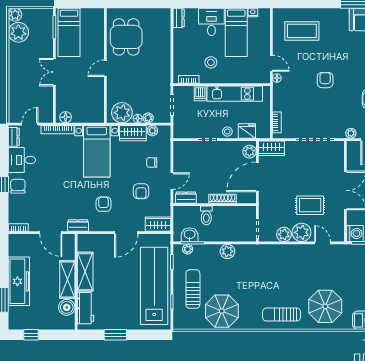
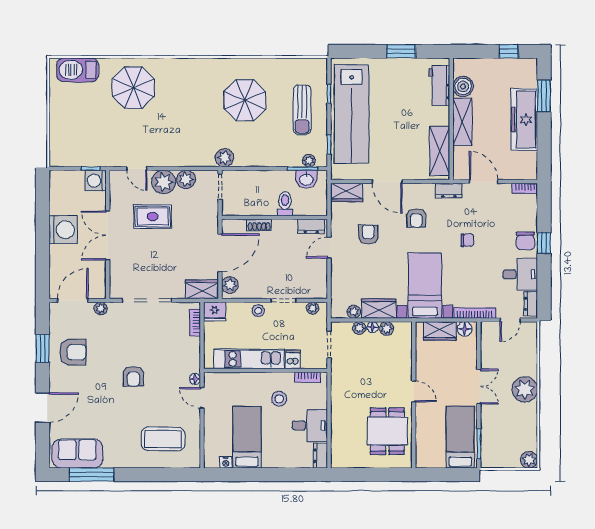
desk: (211, 22) -> (310, 425), moved, turned -90
plant: (18, 32) -> (525, 389), moved
door: (105, 68) -> (414, 391), hinge flipped
plant: (122, 113) -> (387, 329), width x0.53, depth x0.53
wardrobe: (85, 116) -> (440, 331), added
fridge: (247, 131) -> (215, 311), moved
plant: (185, 133) -> (313, 308), added
chair: (152, 162) -> (467, 240), moved
shoe rack: (223, 199) -> (259, 225), width x0.70
door: (126, 233) -> (387, 182), swing flipped
plant: (227, 251) -> (225, 158), moved
shelving: (85, 272) -> (440, 151), moved
parasol: (222, 311) -> (245, 100), moved
sun lounger: (282, 315) -> (189, 77), removed

